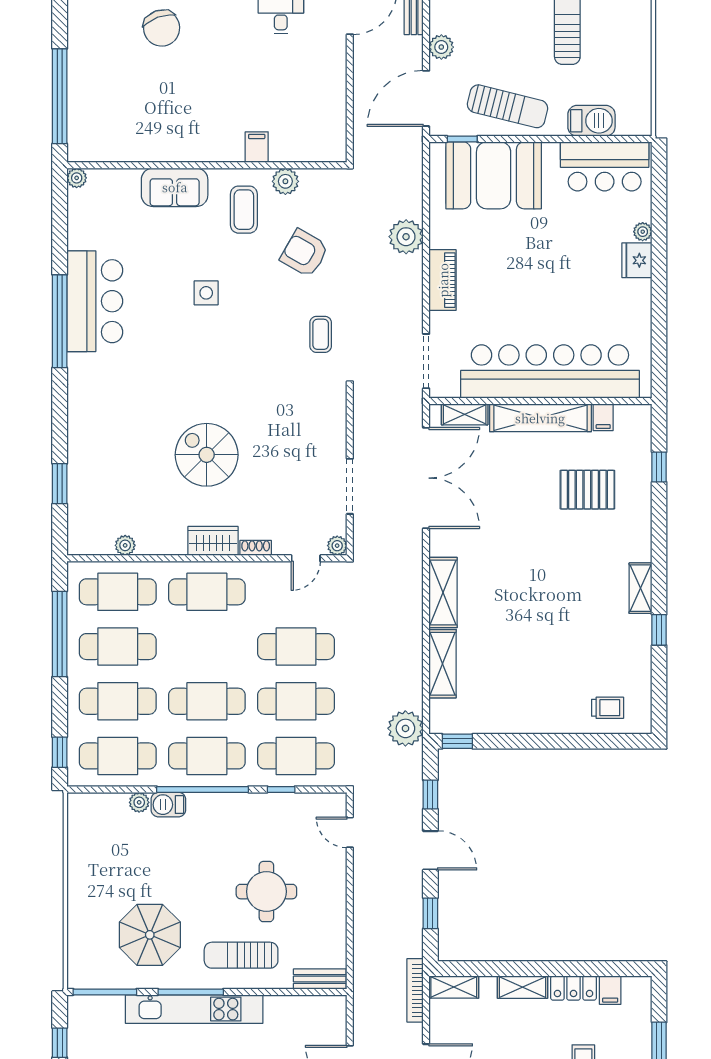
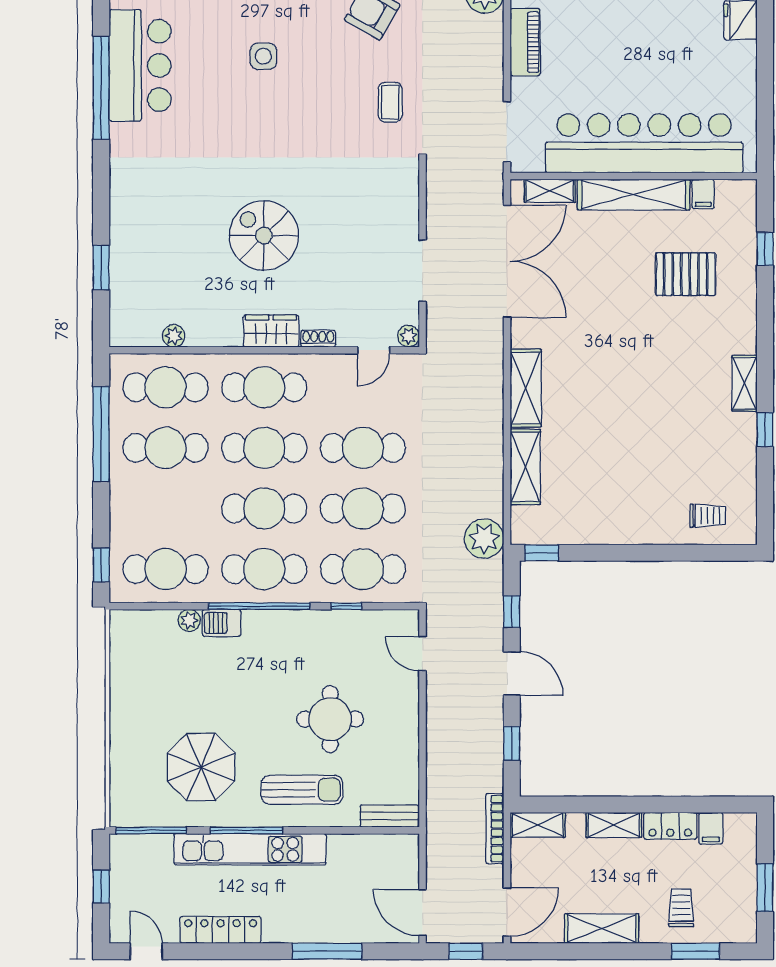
cafe table: (118, 701) -> (264, 448), moved
sun lounger: (241, 955) -> (302, 790), turned 180

